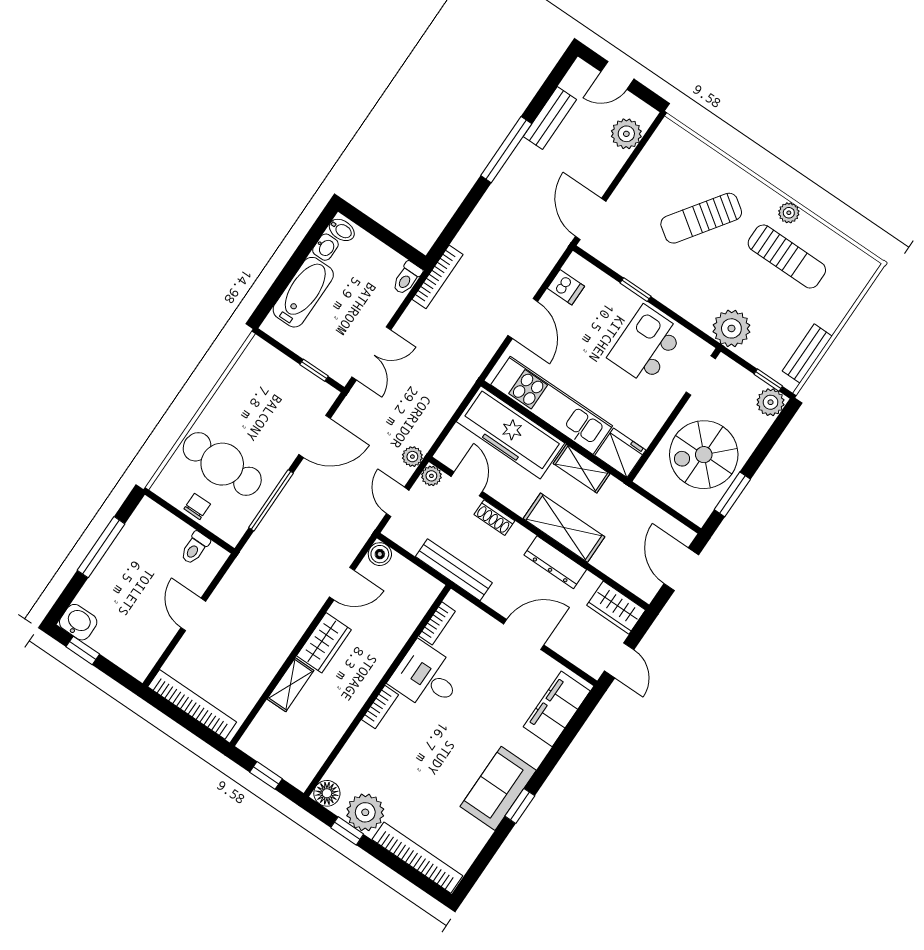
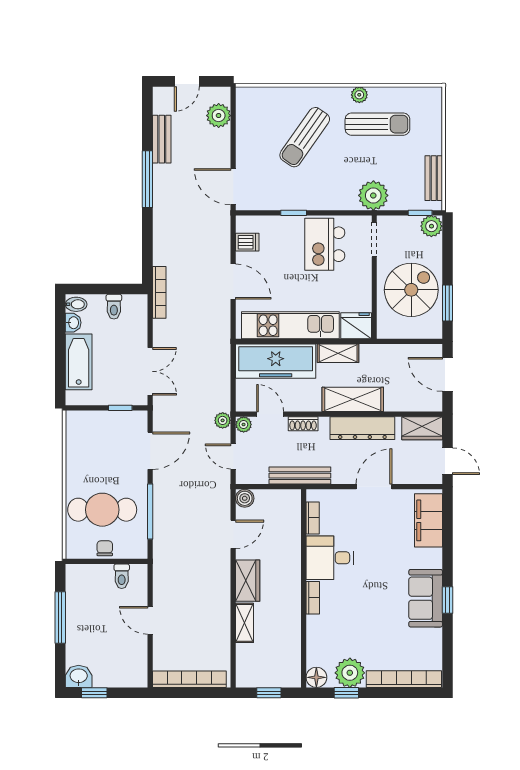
toilet: (407, 278) -> (114, 307), moved
spiral stairs: (704, 455) -> (411, 290), turned 180
dresser: (555, 562) -> (362, 428), width x1.37, depth x1.24

